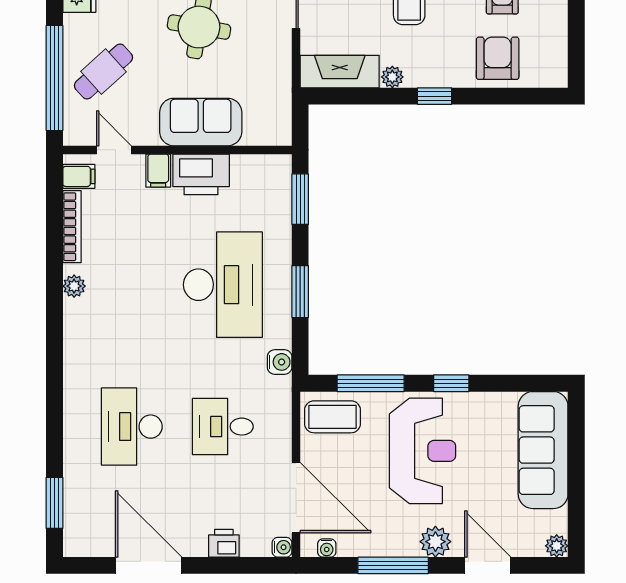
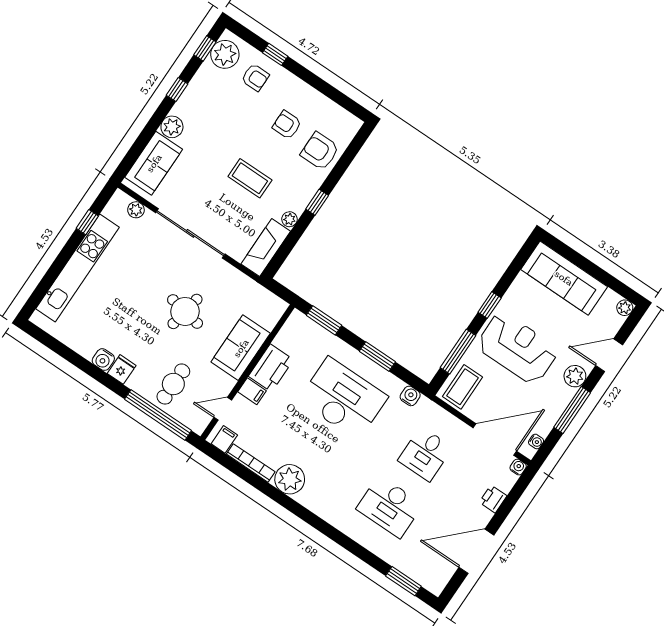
cafe table: (104, 72) -> (173, 384), turned 42
plant: (74, 286) -> (290, 479), width x1.88, depth x1.88

